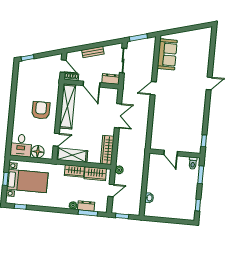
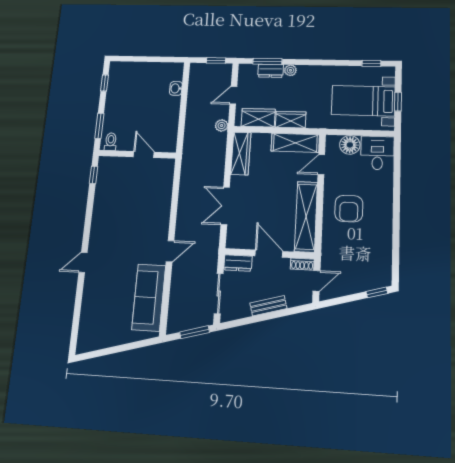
sofa: (167, 54) -> (149, 297), width x1.36
door: (63, 66) -> (317, 281), swing flipped

